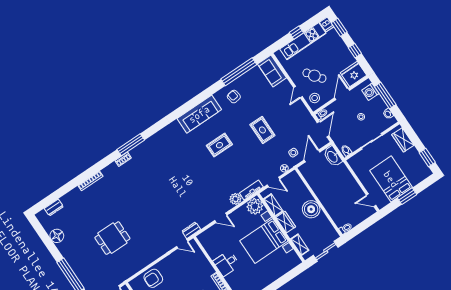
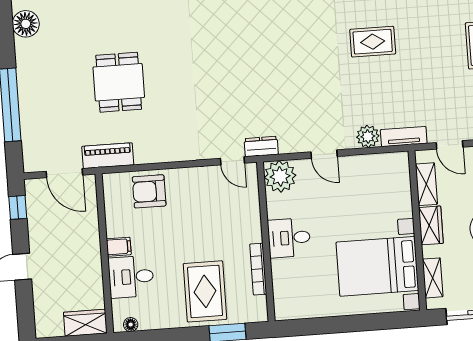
rug: (219, 145) -> (373, 42), moved
plant: (255, 206) -> (280, 176), moved
dining table: (112, 238) -> (119, 82), turned 90
bed with nightstands: (264, 241) -> (377, 266), moved
piano: (126, 273) -> (108, 156), added

